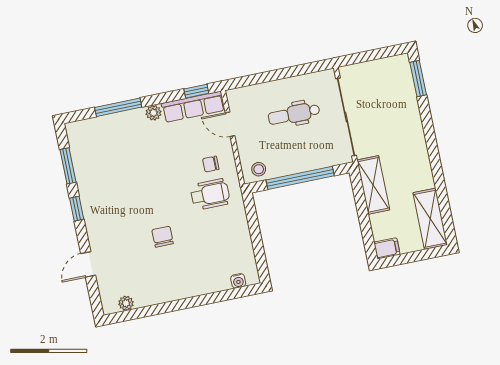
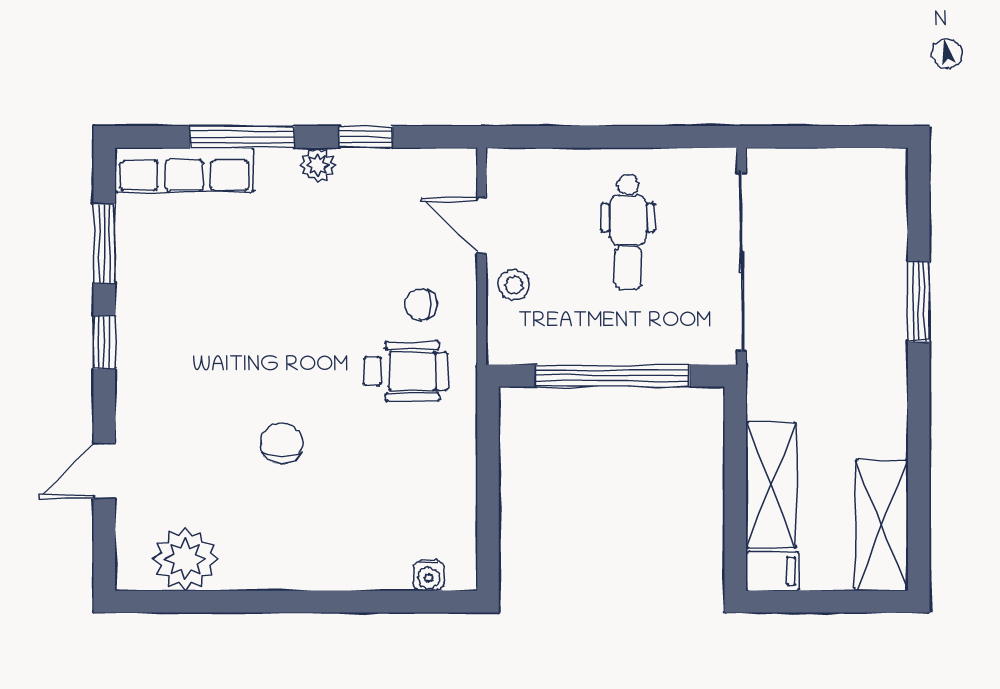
window: (418, 79) -> (919, 302), moved
window: (196, 91) -> (366, 137), moved
row of seats: (193, 107) -> (184, 170), moved
dental chair: (294, 114) -> (628, 232), turned -90
stool: (259, 169) -> (514, 285), moved
shelving: (373, 185) -> (771, 485), moved
plant: (126, 303) -> (185, 559), width x1.88, depth x1.88

